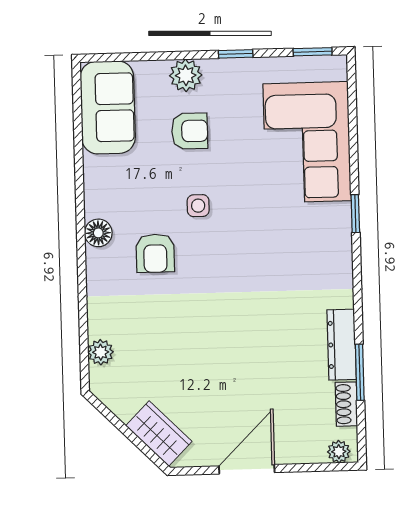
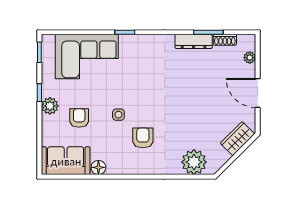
plant: (186, 75) -> (50, 106), moved
floor lamp: (98, 233) -> (98, 167), moved
armchair: (155, 253) -> (143, 138), turned -90
plant: (101, 352) -> (194, 162), width x1.87, depth x1.87
plant: (339, 452) -> (250, 58), moved

